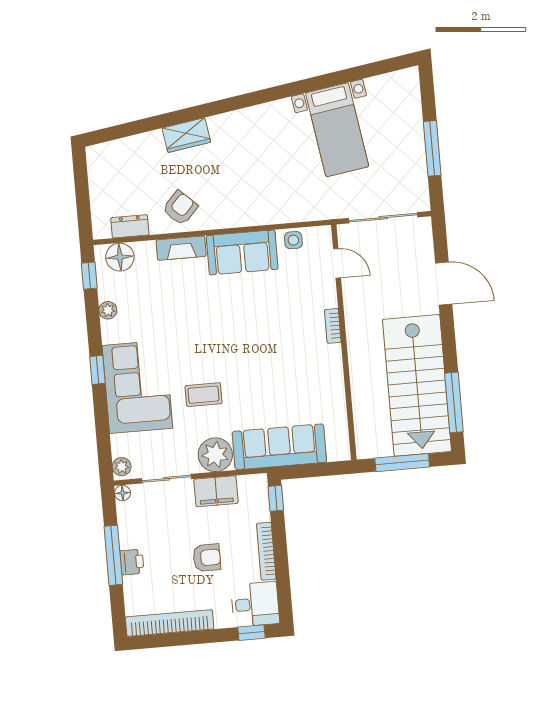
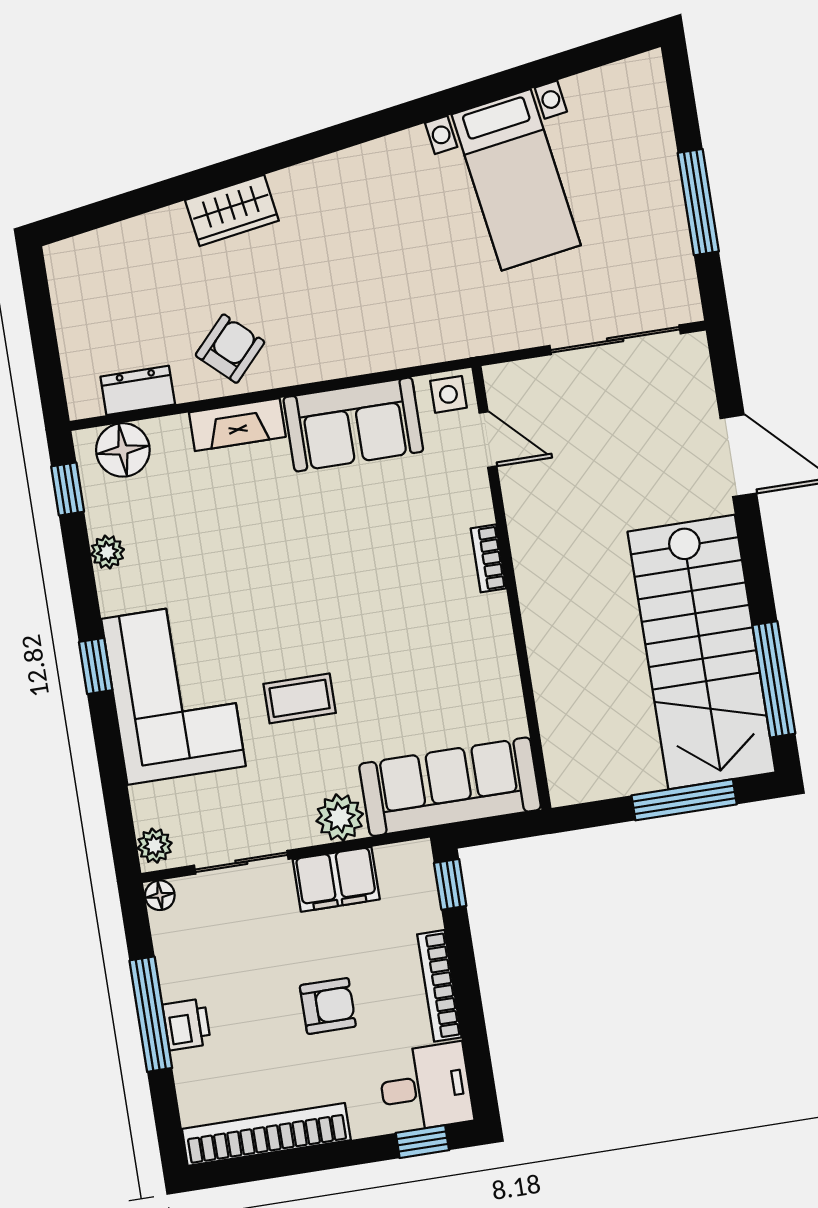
door: (337, 263) -> (488, 440), moved
bookcase: (333, 326) -> (488, 558), moved
wall: (344, 342) -> (511, 588), moved
plant: (215, 455) -> (340, 818), width x0.73, depth x0.73

